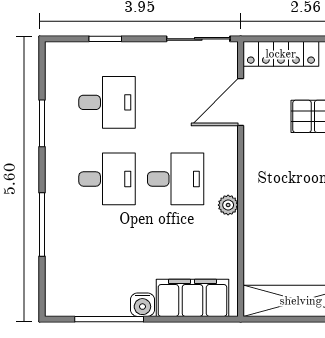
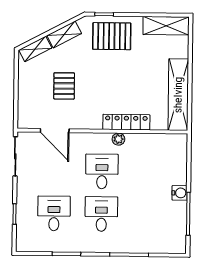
locker: (281, 54) -> (126, 122), moved, turned -90
filing cabinet: (192, 298) -> (176, 162), removed

